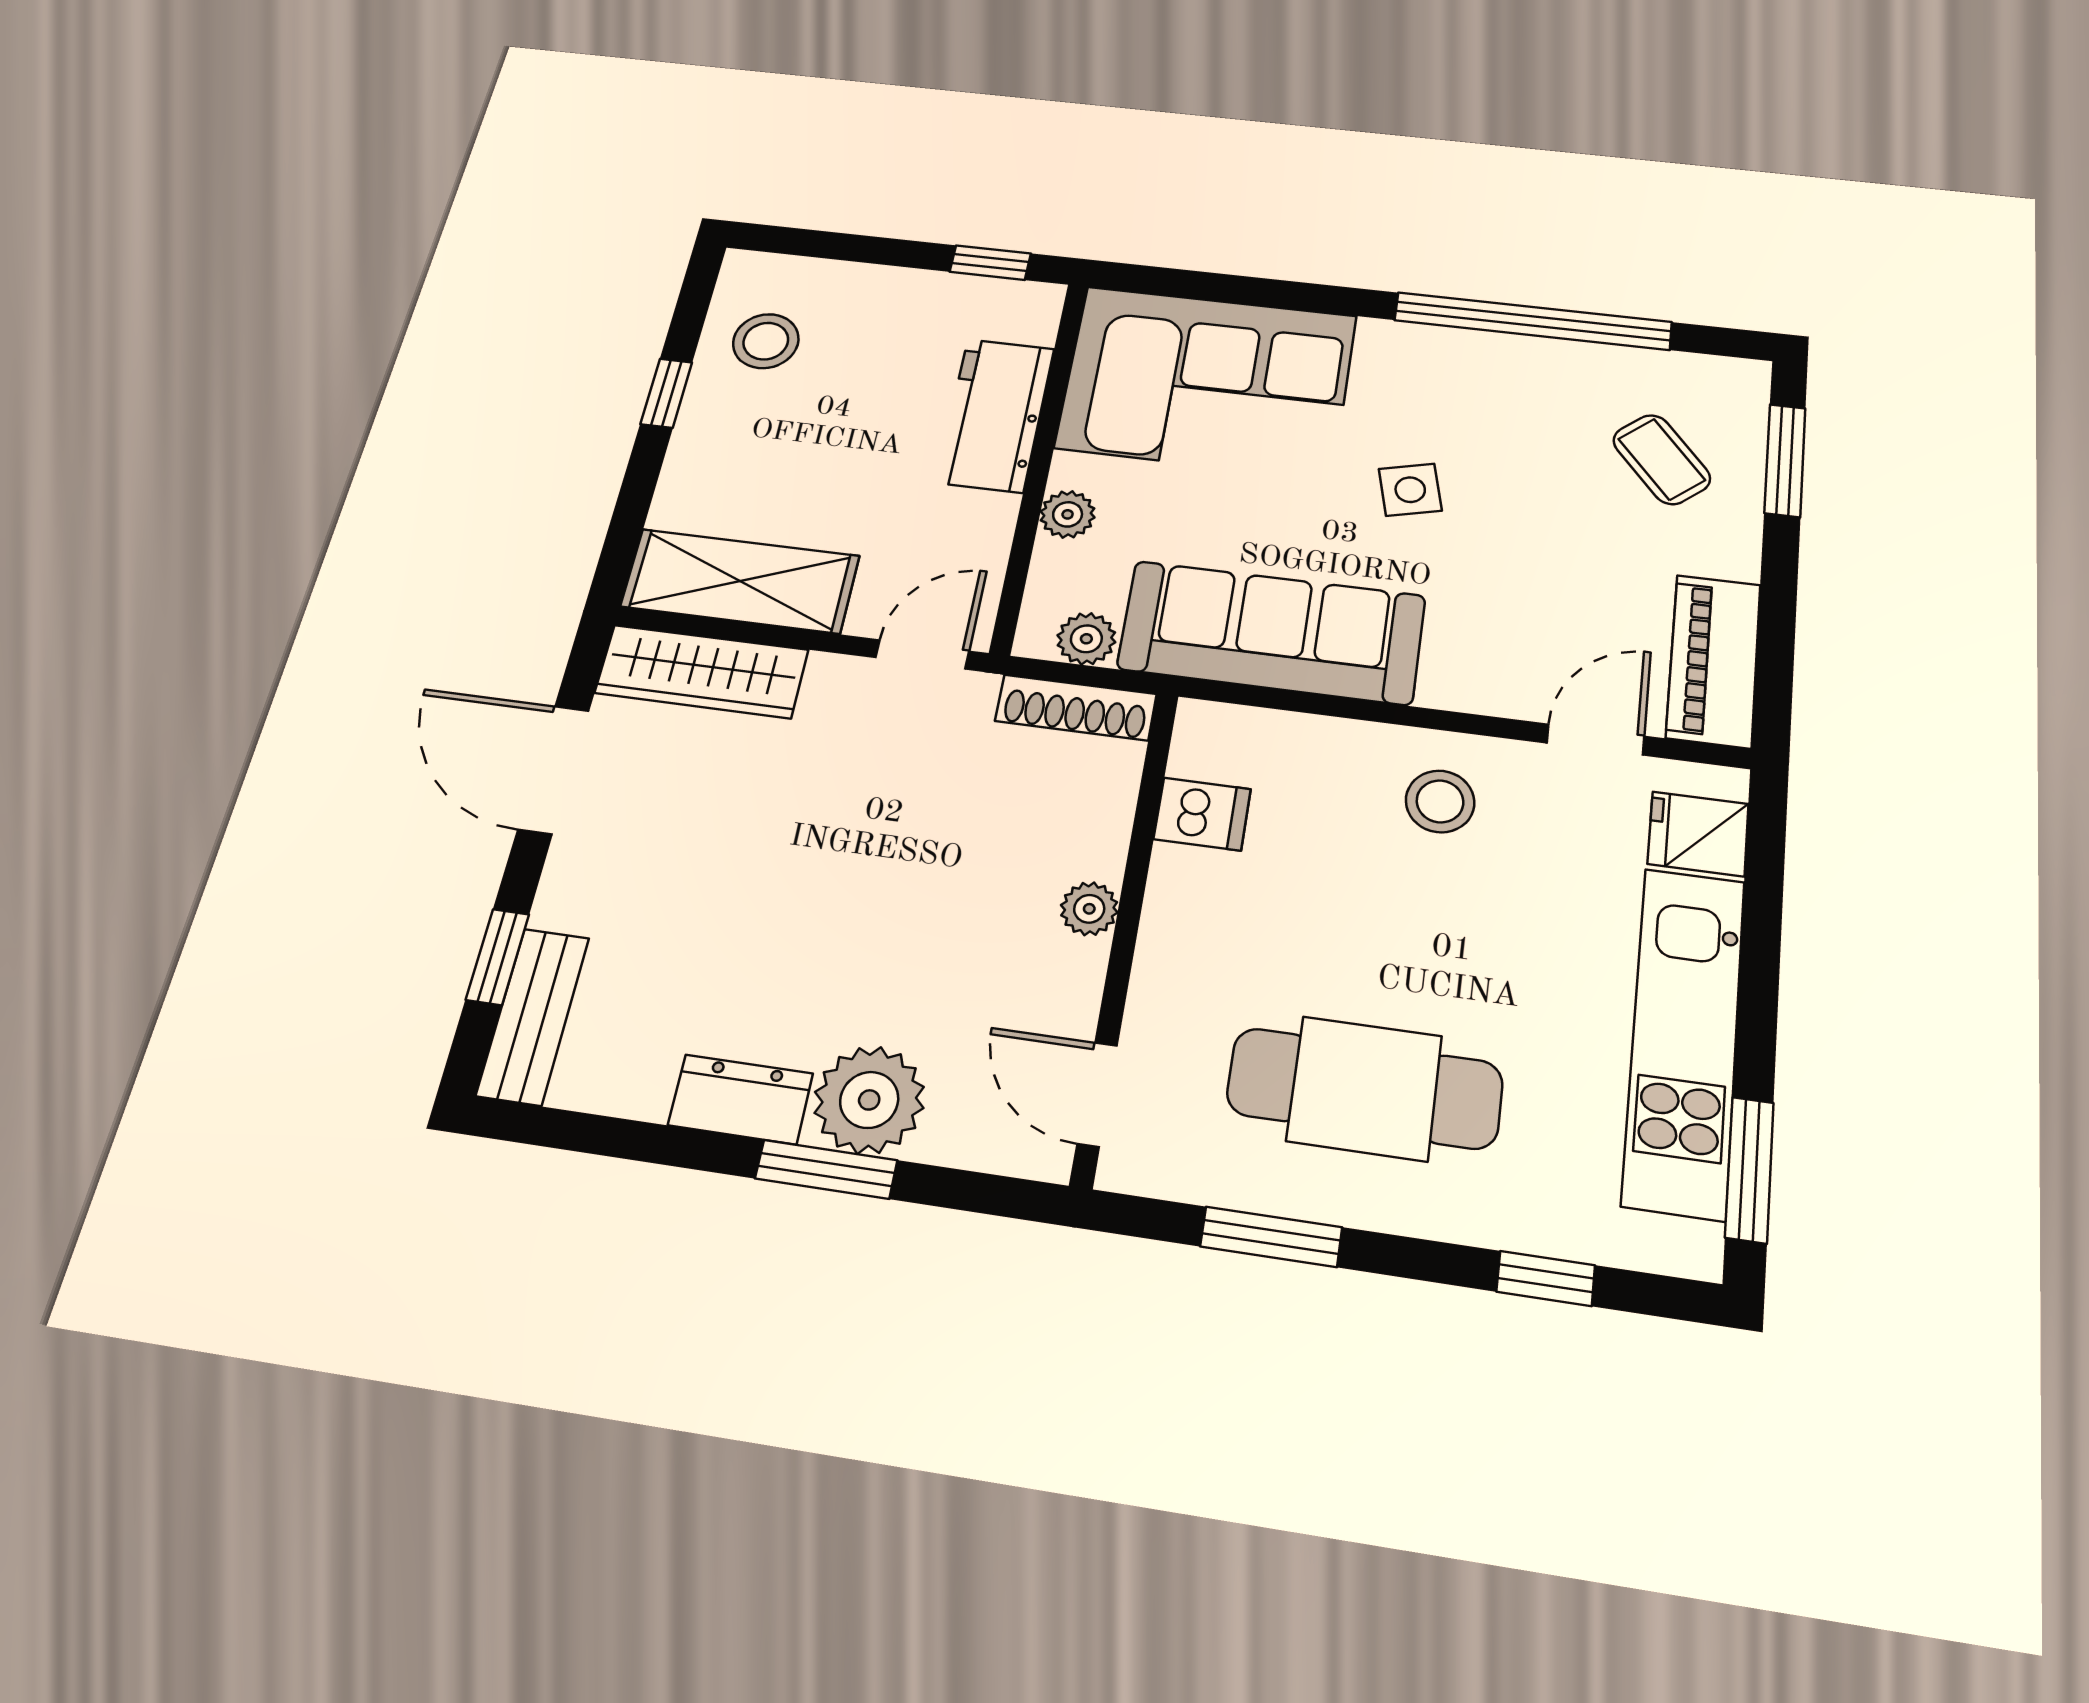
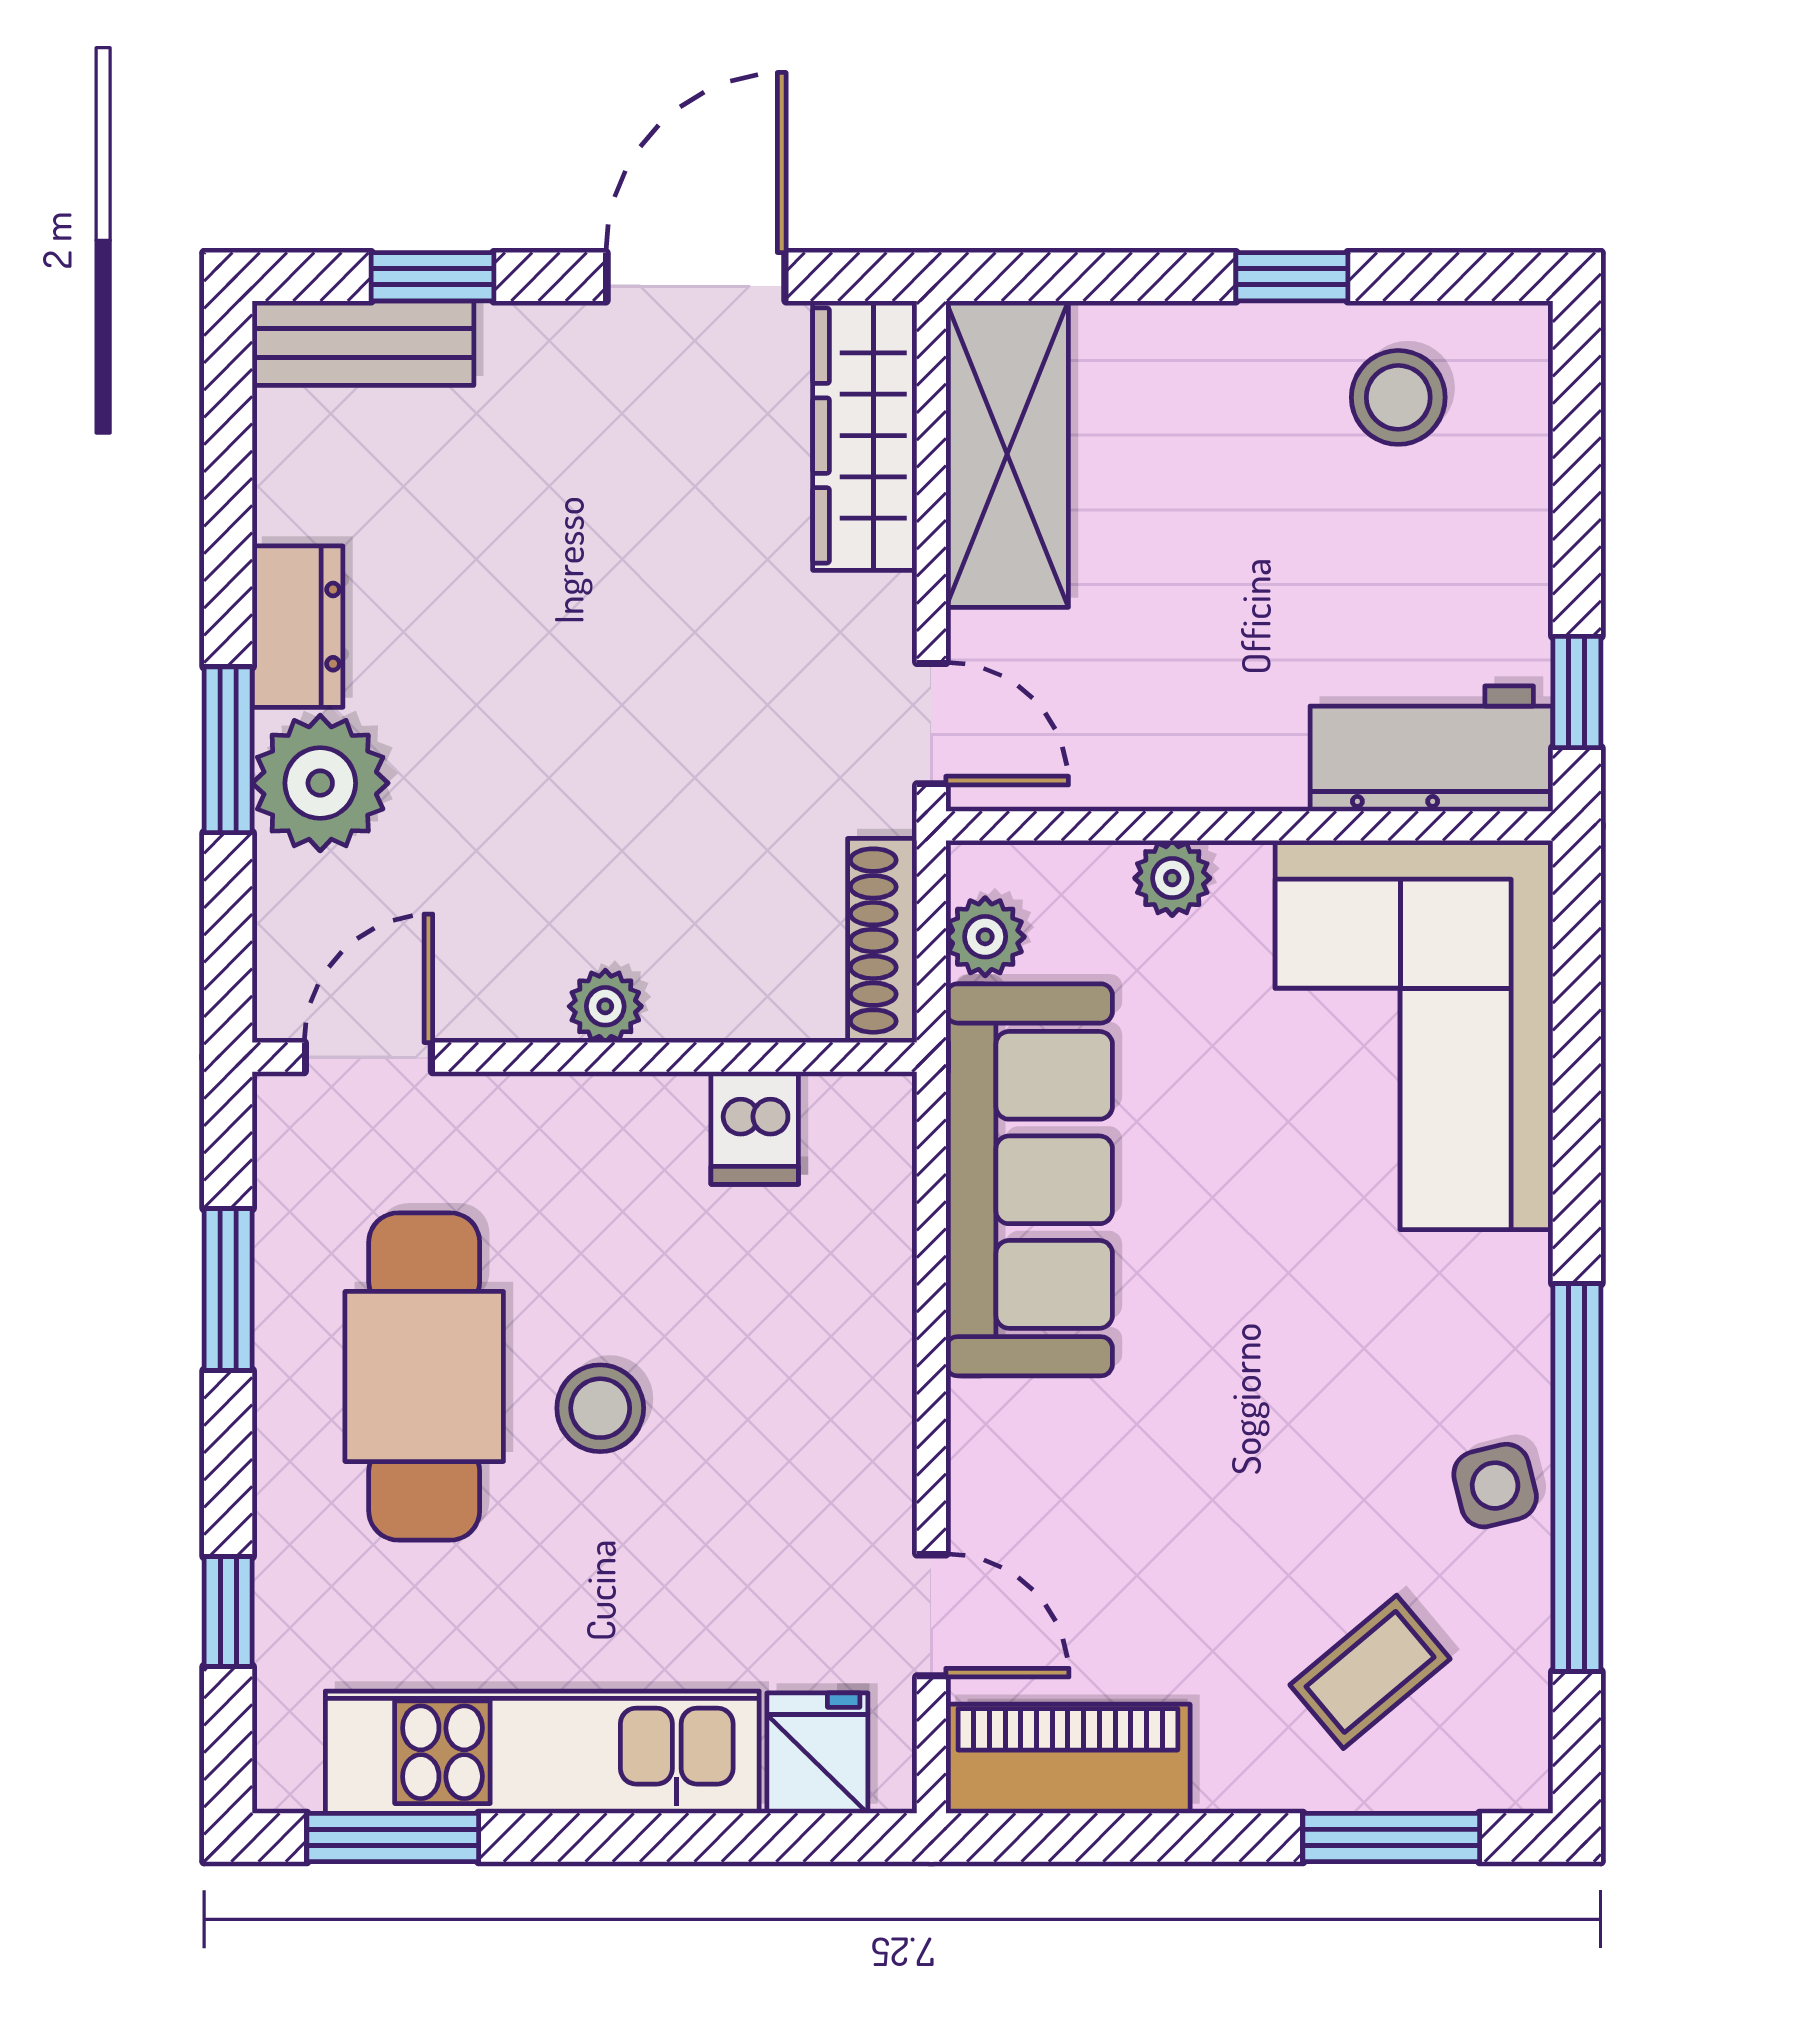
workbench: (995, 415) -> (1431, 749), moved
side table: (1410, 490) -> (1495, 1486), moved
stool: (1440, 801) -> (600, 1408), moved

